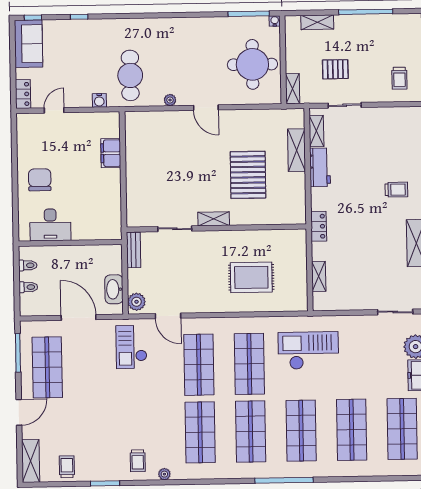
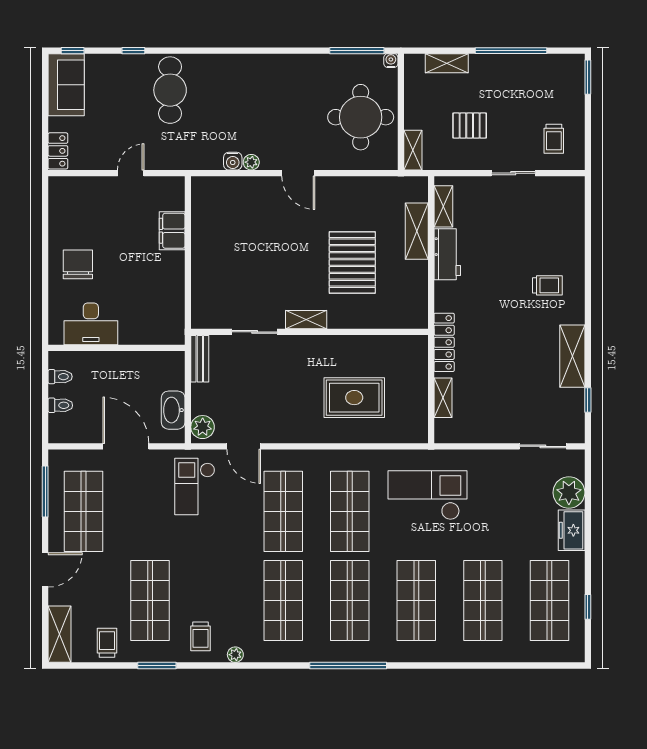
cafe table: (130, 75) -> (170, 90), moved
water cooler: (99, 100) -> (233, 161), moved
sliding door: (345, 105) -> (513, 173), moved
door: (54, 110) -> (131, 173), moved
locker: (319, 226) -> (444, 342), width x1.53
shop shelf: (99, 434) -> (150, 601), added
window: (284, 480) -> (348, 666), moved

